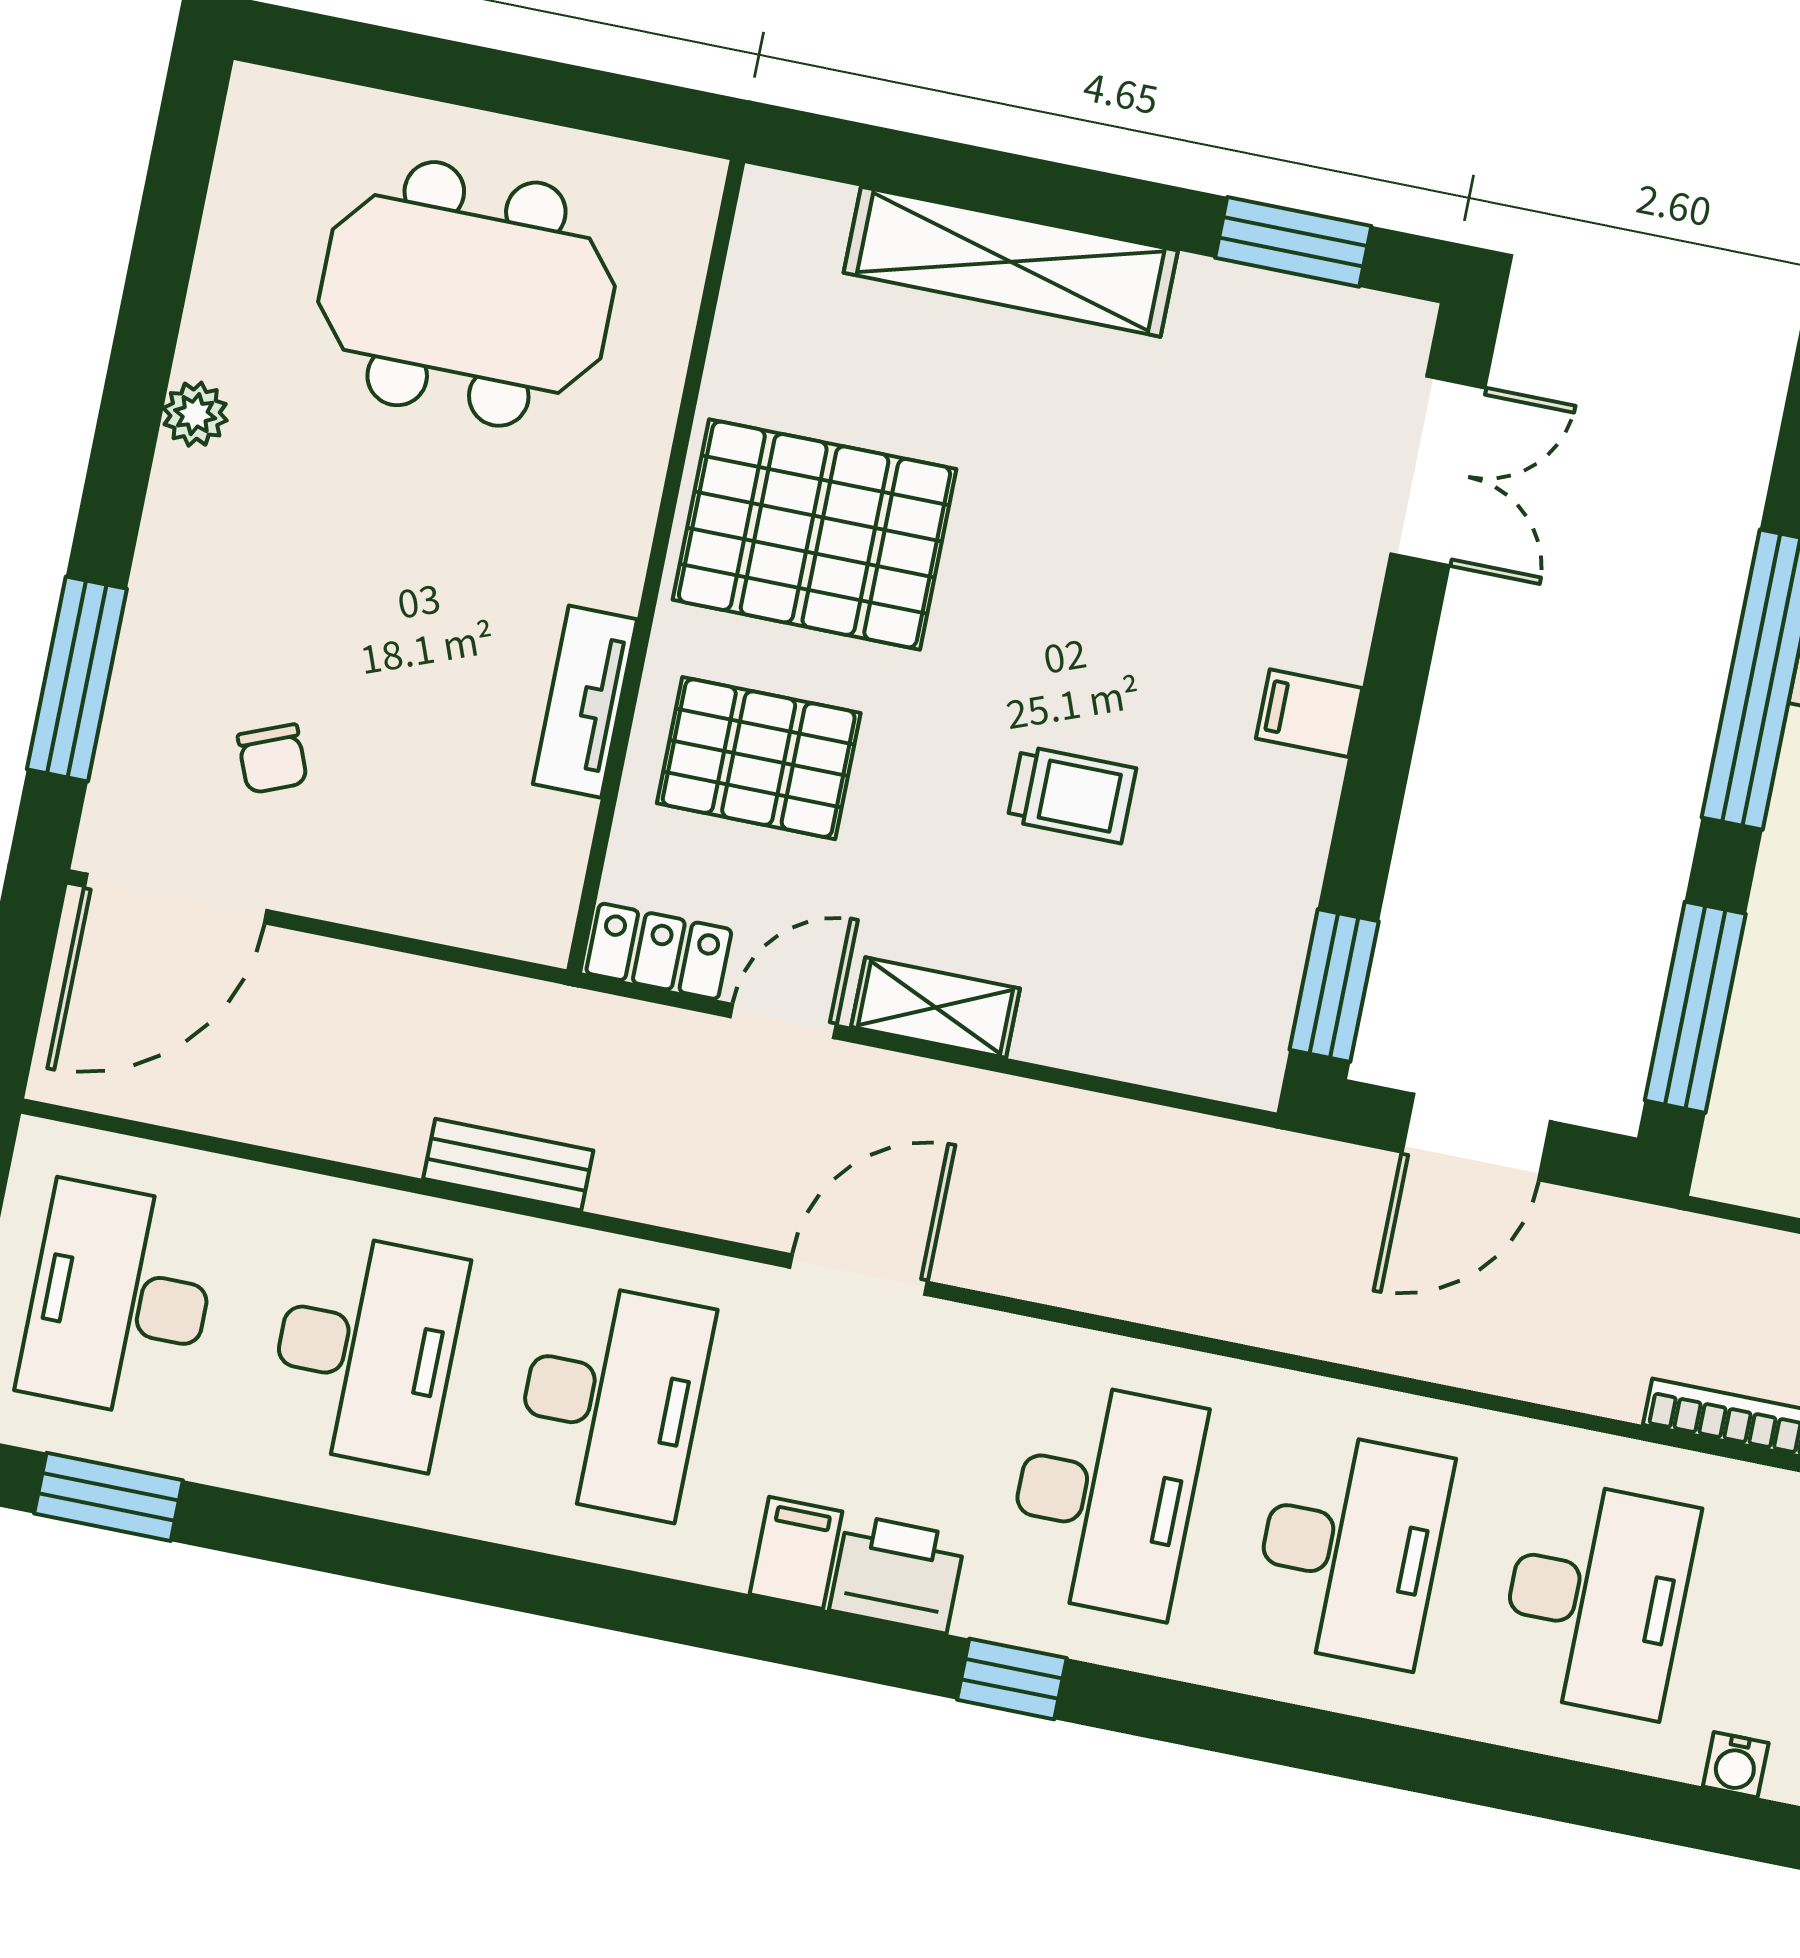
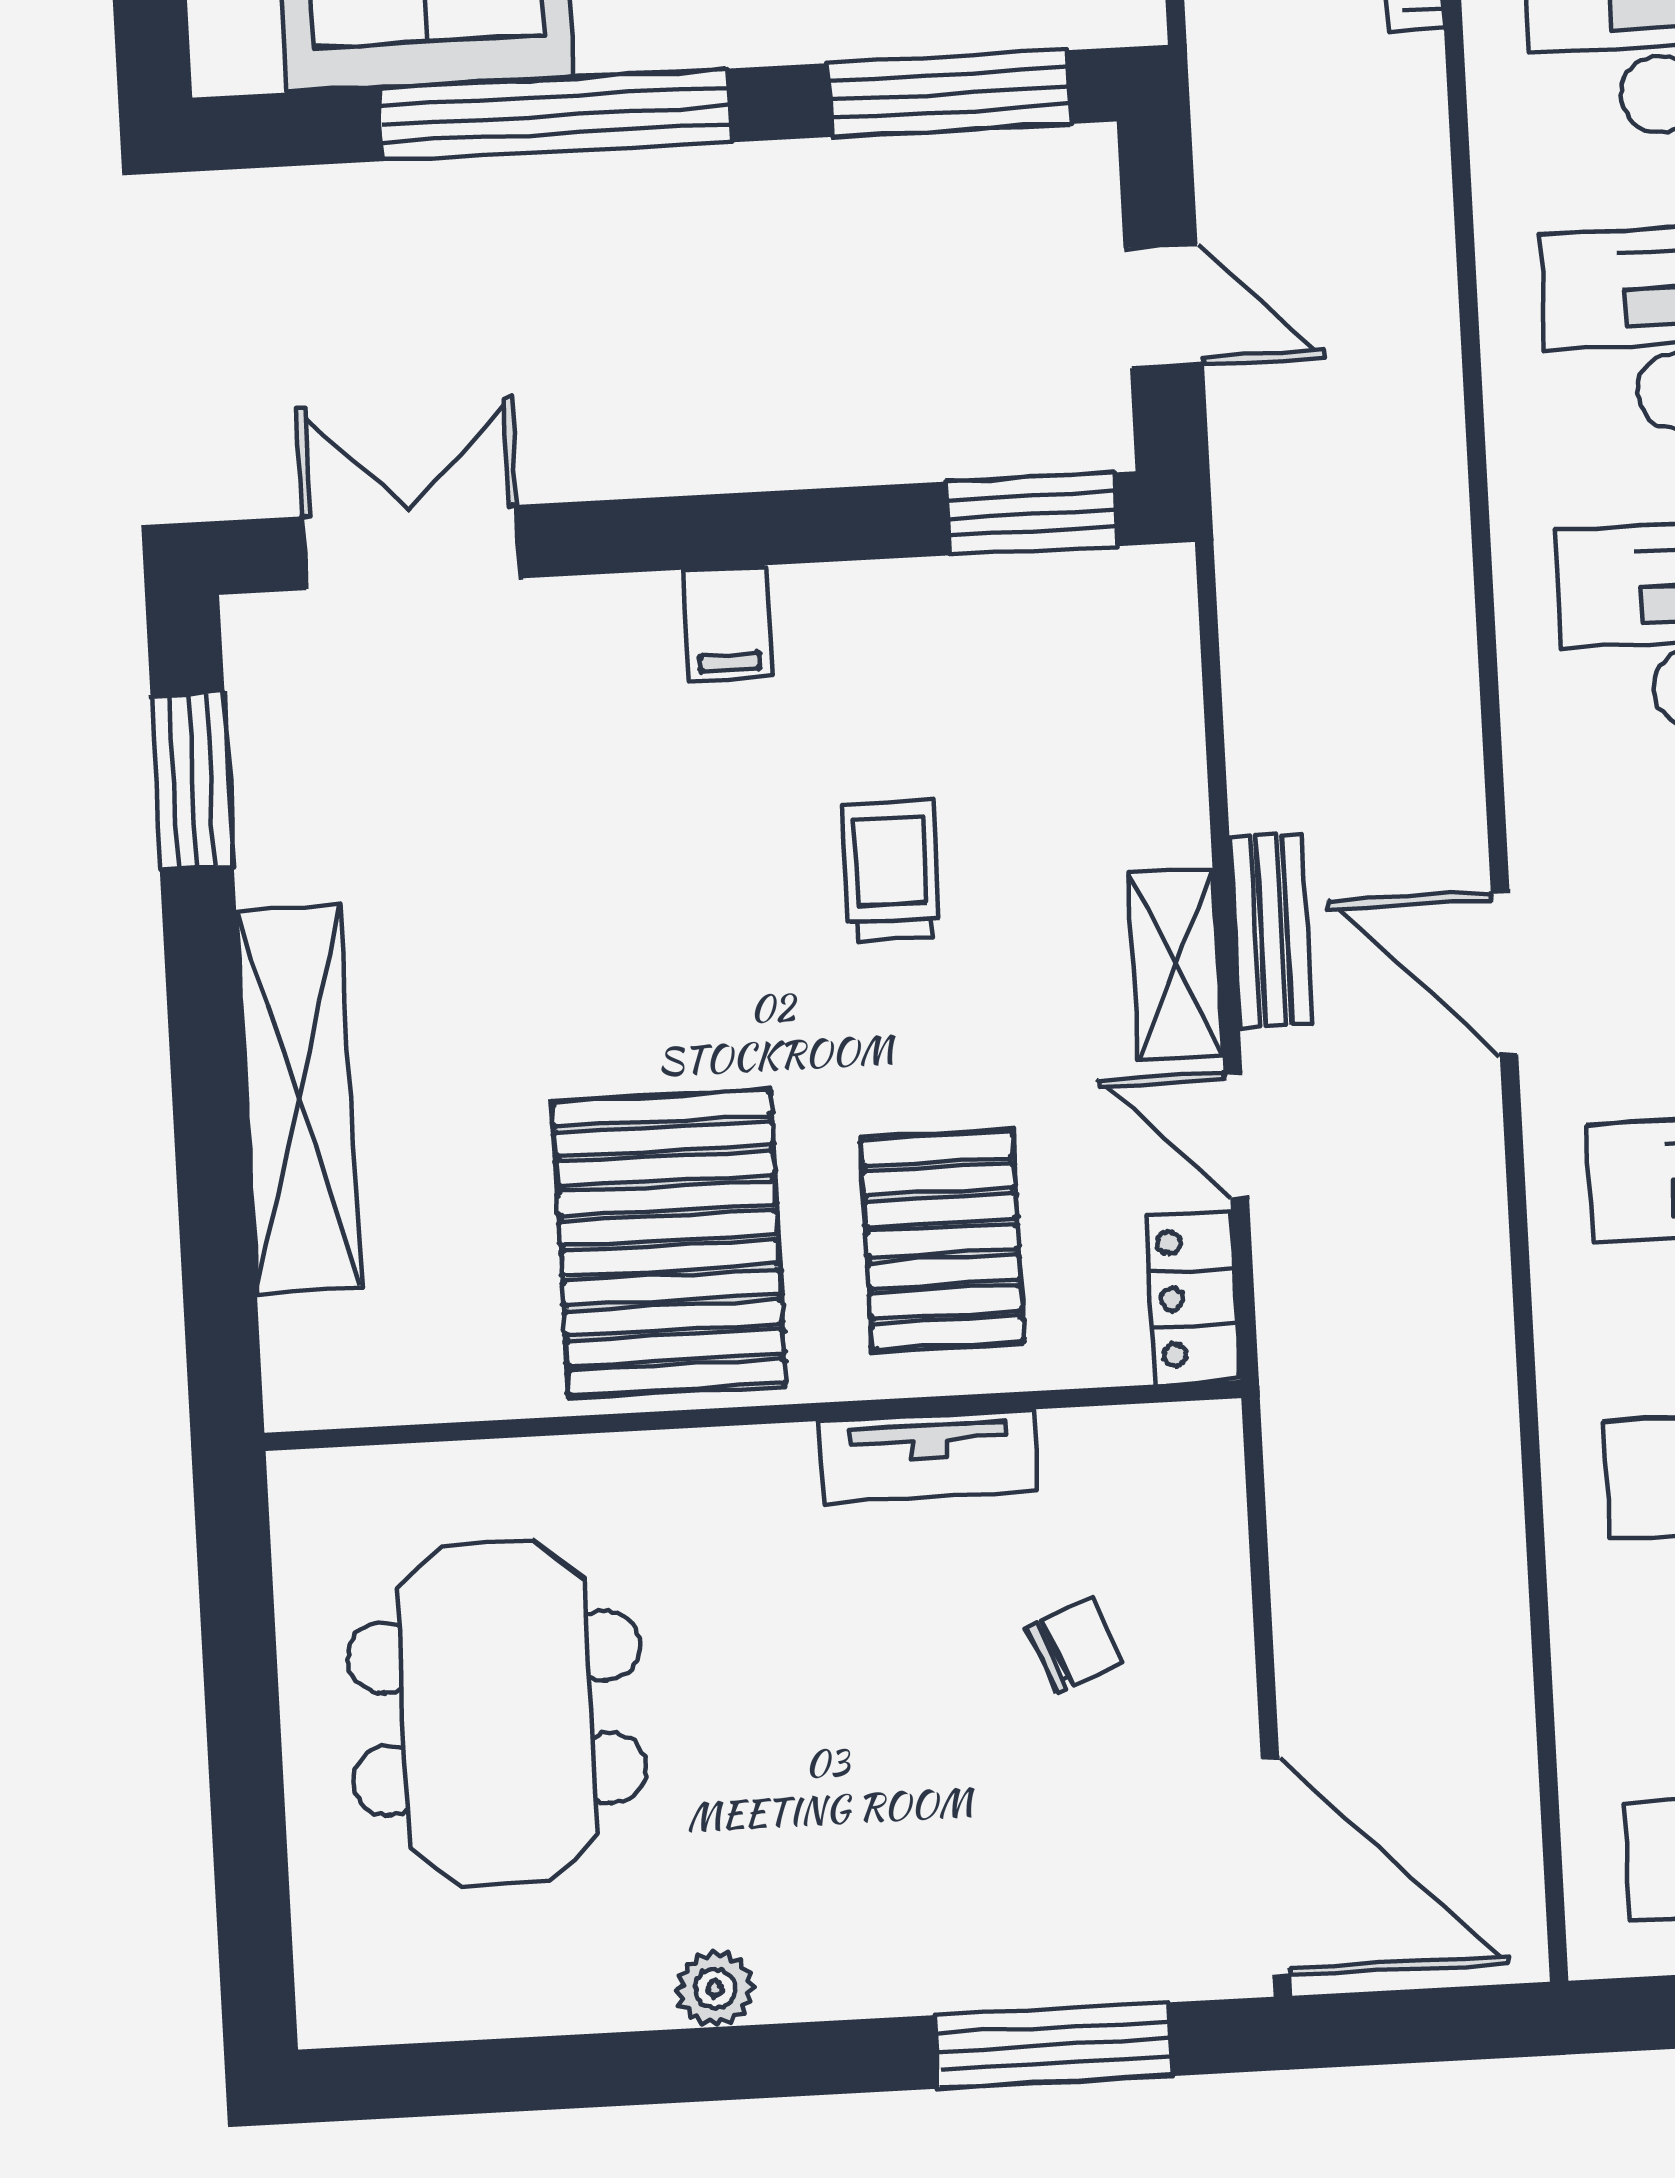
chair: (272, 759) -> (1075, 1645), moved
door: (1476, 1137) -> (1164, 306), width x0.73
bench: (508, 1165) -> (1271, 931), moved

